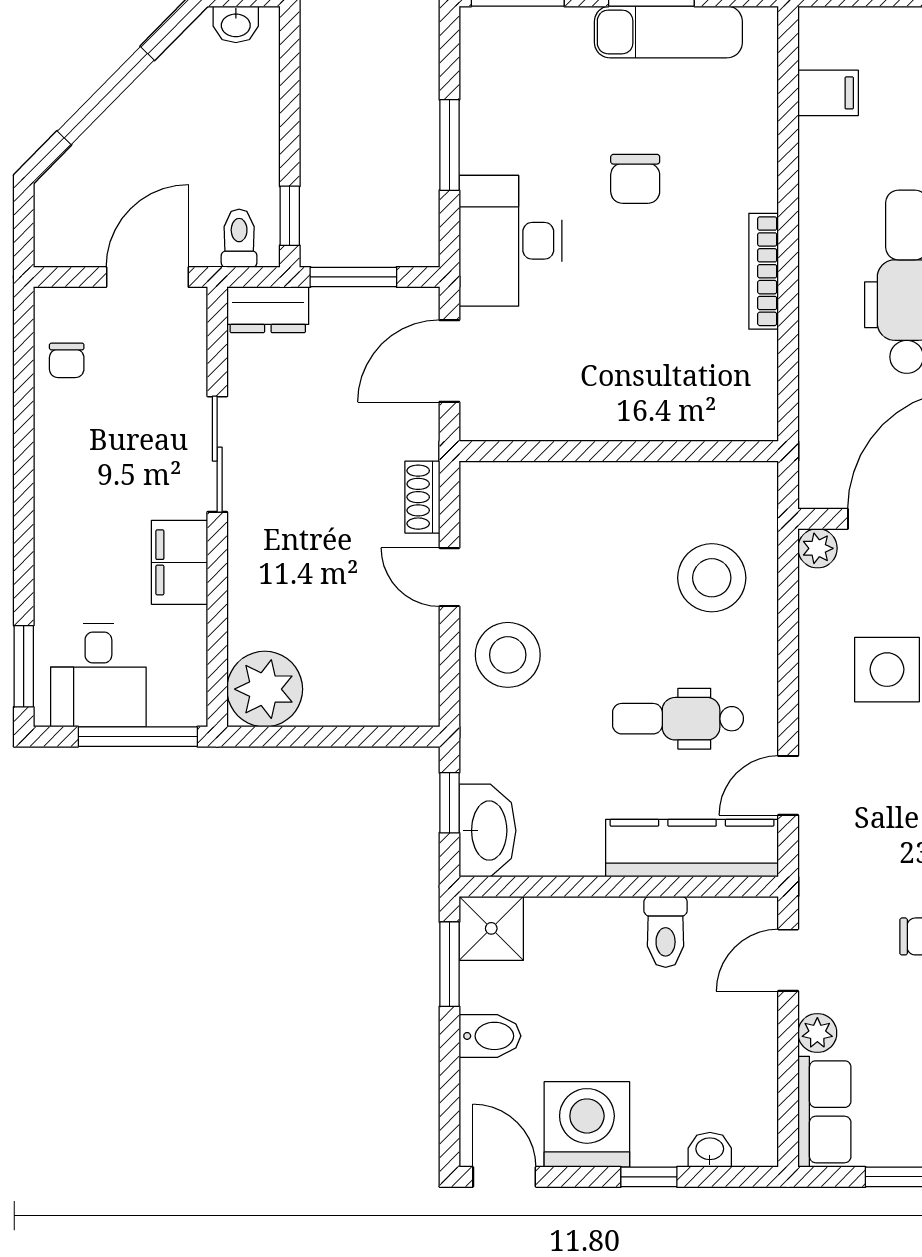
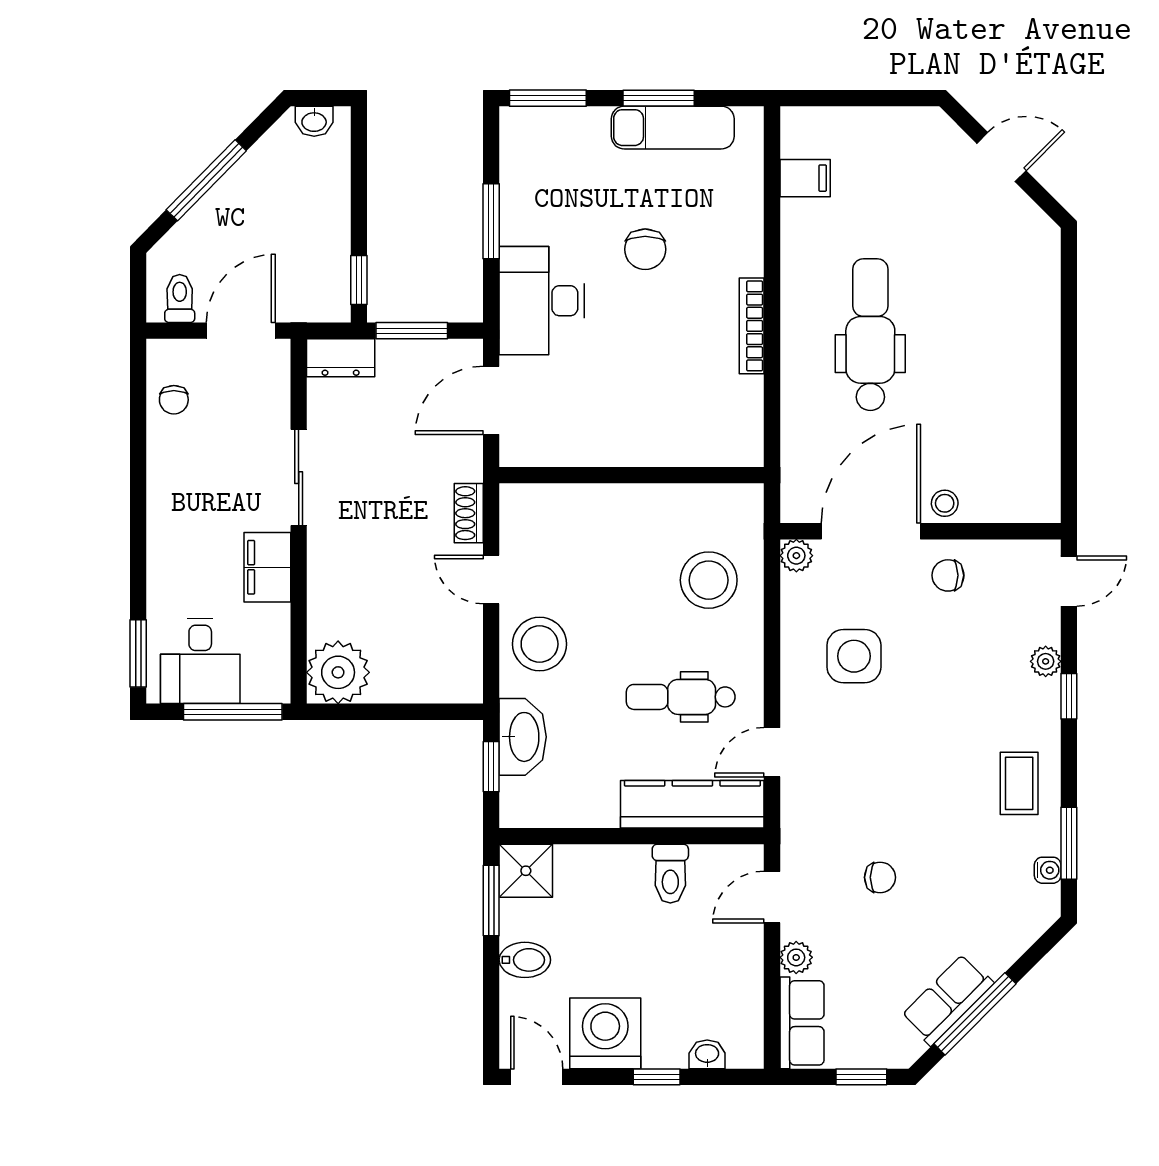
toilet: (239, 238) -> (180, 299), moved
washbasin: (487, 831) -> (523, 737), moved

